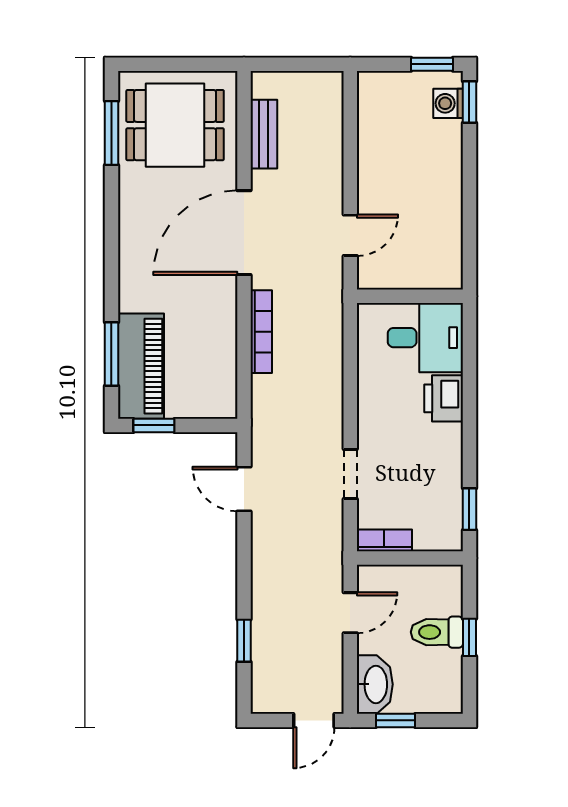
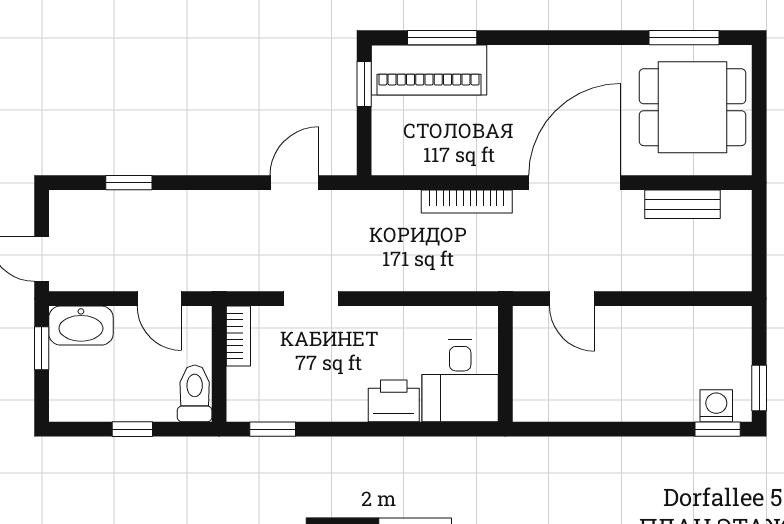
dining table: (175, 125) -> (693, 107), turned 90
door: (244, 233) -> (575, 183), hinge flipped
toilet: (437, 632) -> (195, 393), moved

